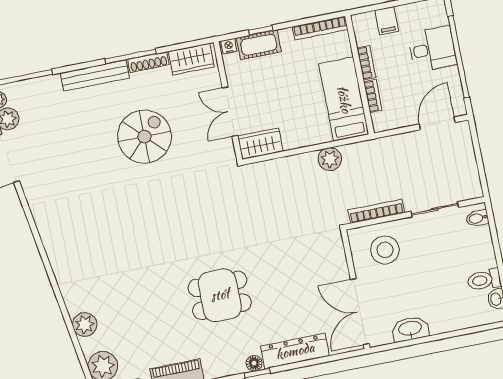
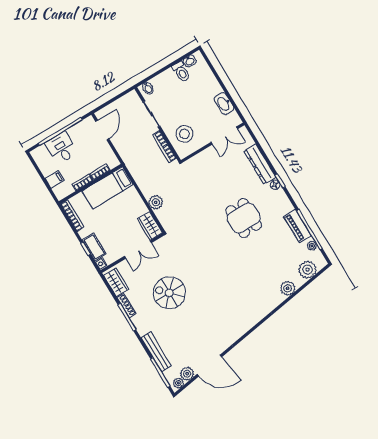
bench: (95, 75) -> (156, 352), moved
door: (437, 123) -> (102, 130), swing flipped
plant: (330, 159) -> (156, 202), moved
double door: (360, 312) -> (224, 136), width x0.73

